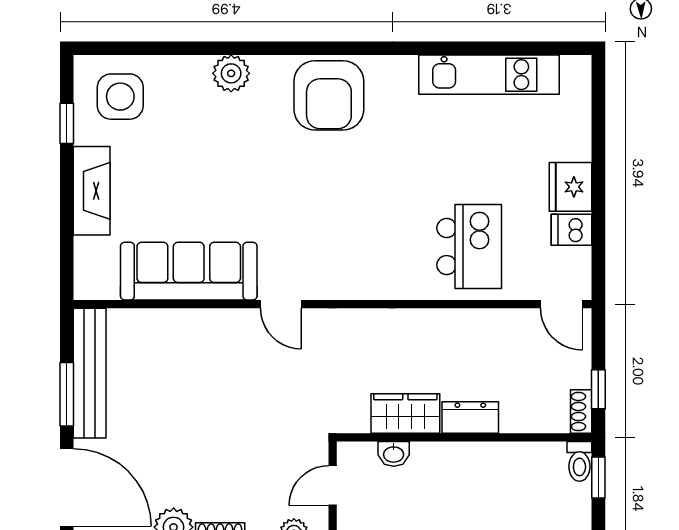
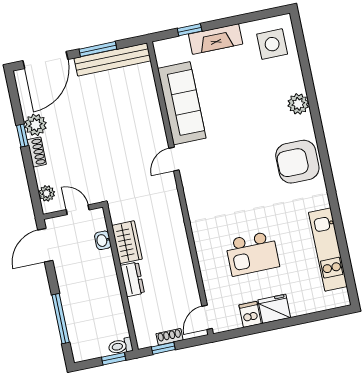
window: (67, 123) -> (190, 30), moved
kitchen island: (469, 247) -> (252, 254), moved
shoe rack: (581, 412) -> (170, 337), moved

